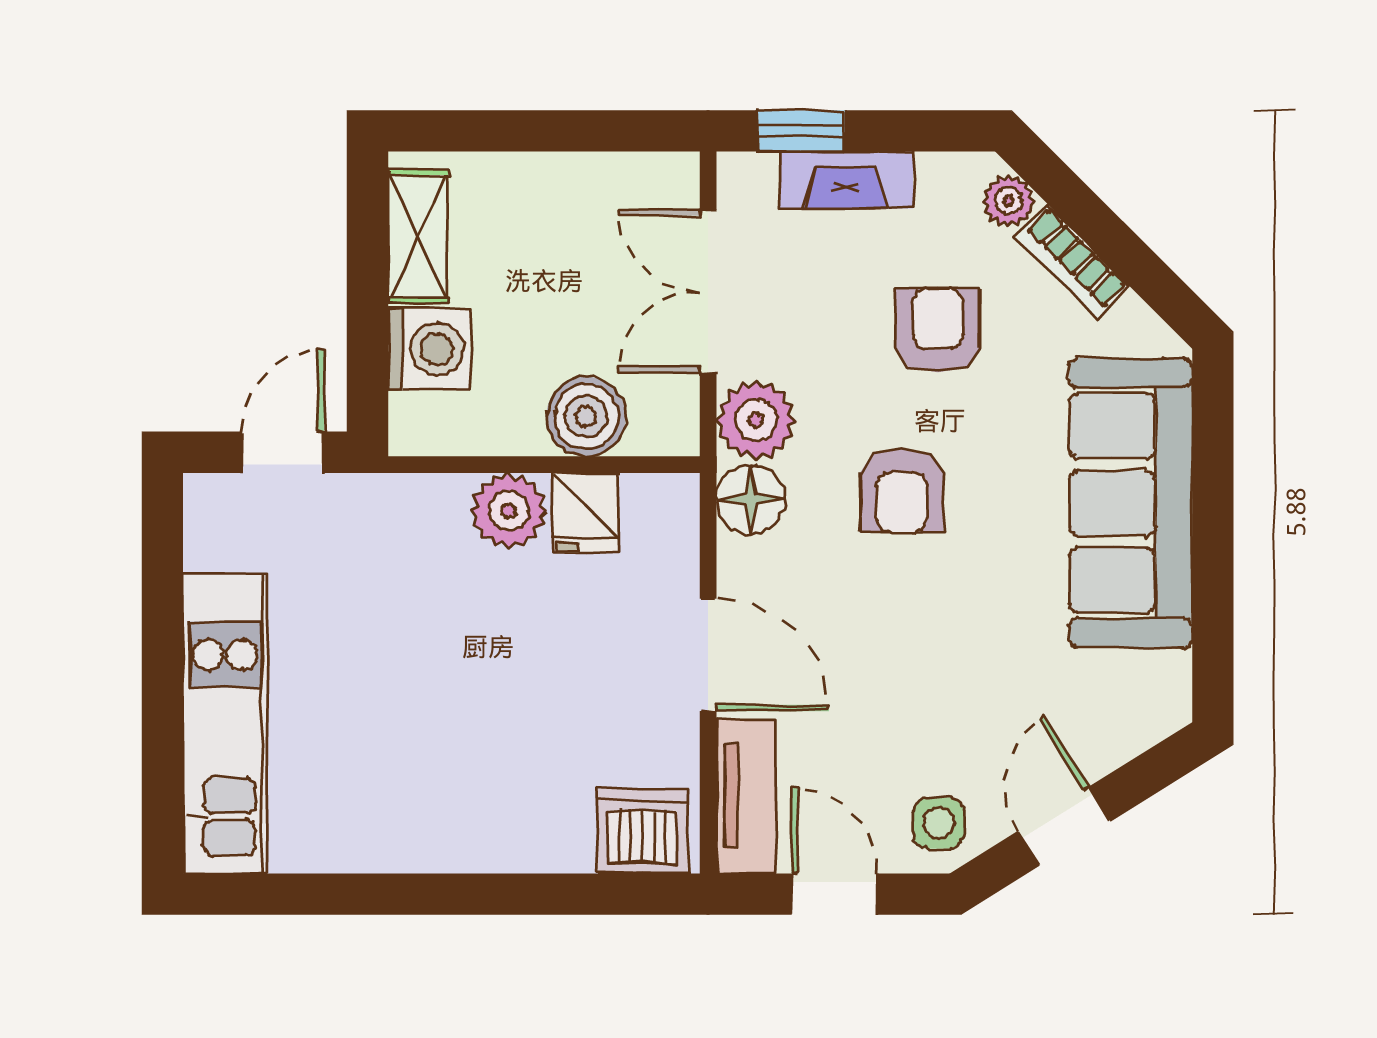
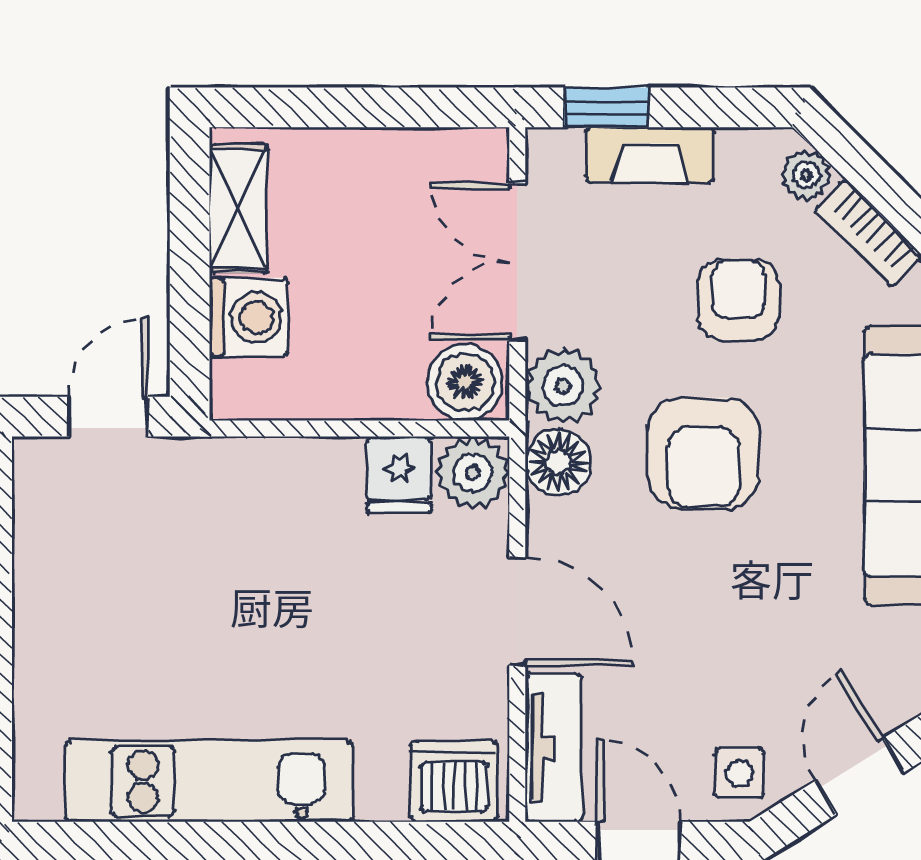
boiler: (586, 417) -> (465, 382), moved
armchair: (902, 490) -> (703, 453), width x1.38, depth x1.38
plant: (509, 511) -> (473, 473), moved
kitchen unit: (225, 724) -> (209, 781), moved, turned -90

